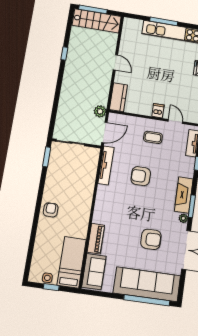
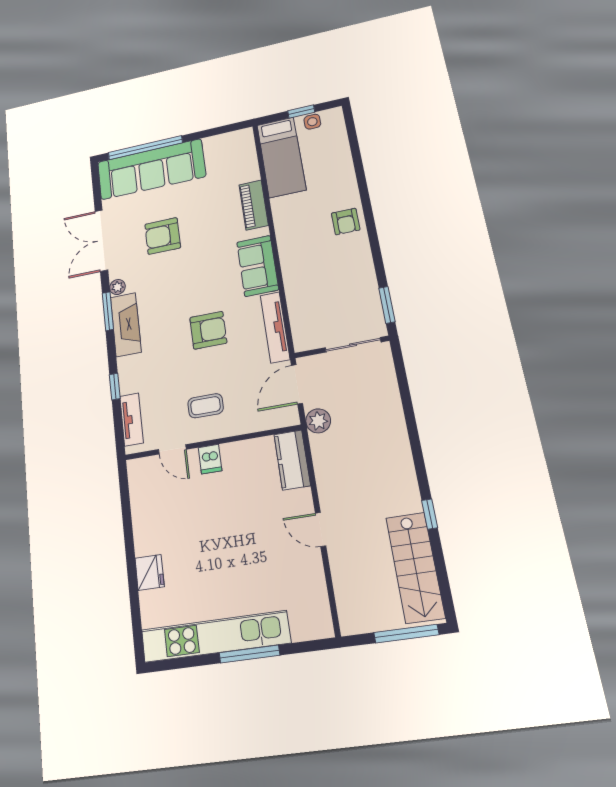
stairs: (97, 21) -> (415, 567), moved, turned -90
sofa: (94, 272) -> (258, 266), moved

